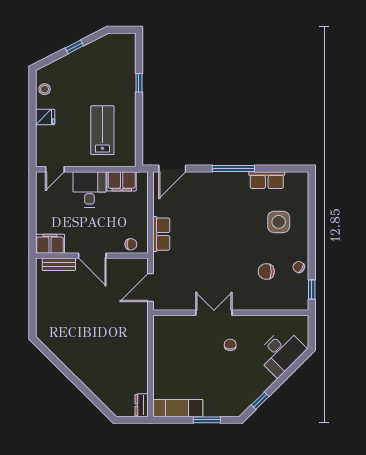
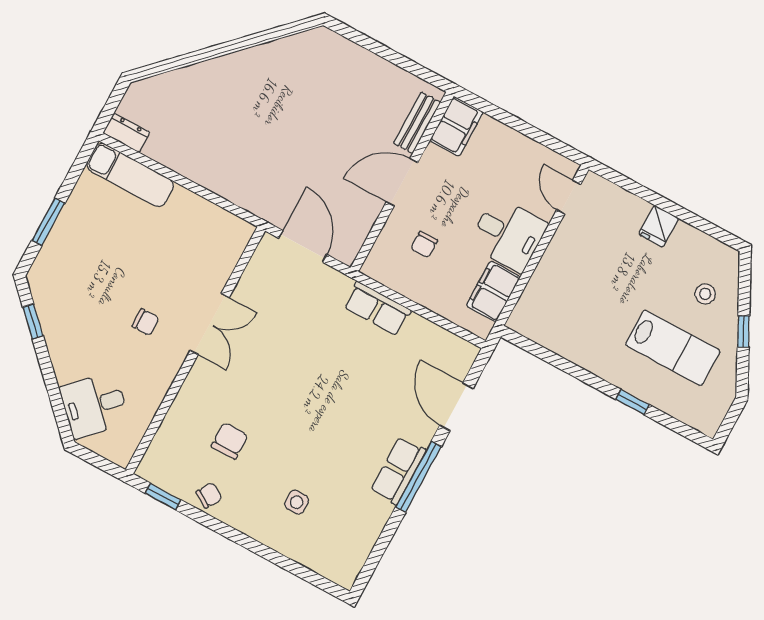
stool: (45, 89) -> (705, 294), moved
lab bench: (102, 130) -> (673, 348), moved
door: (172, 169) -> (456, 407), moved
row of seats: (267, 180) -> (398, 471), moved
side table: (279, 222) -> (297, 502), width x0.54, depth x0.54
chair: (131, 244) -> (424, 245), moved
desk: (281, 352) -> (94, 405), width x0.73
exam couch: (178, 408) -> (130, 175), moved, turned 90

